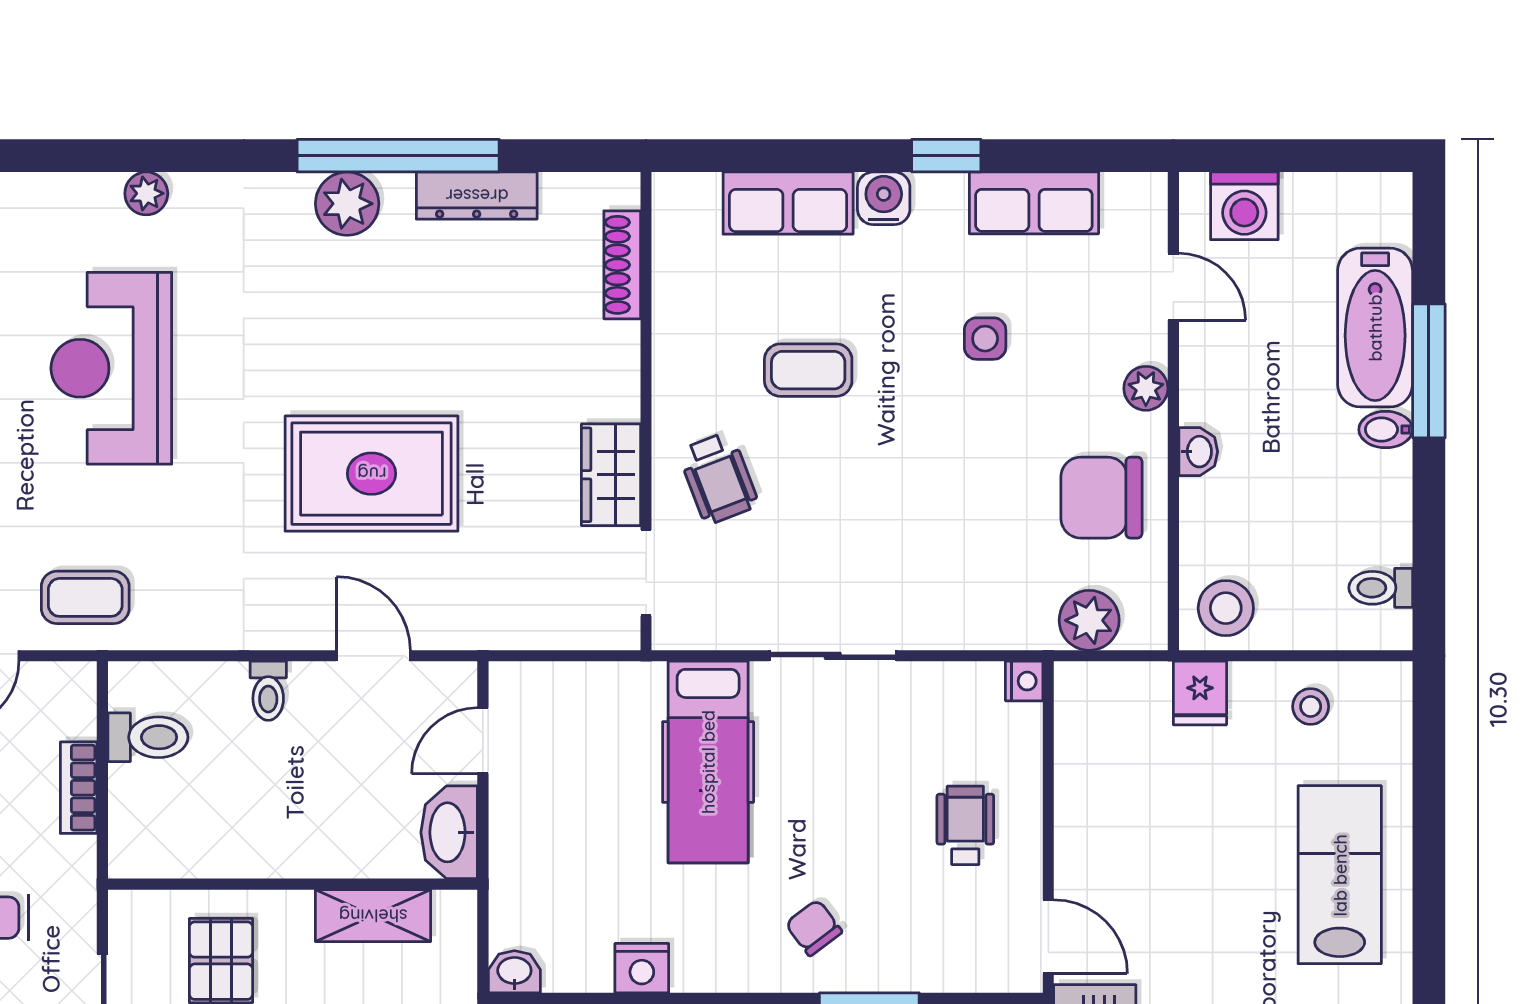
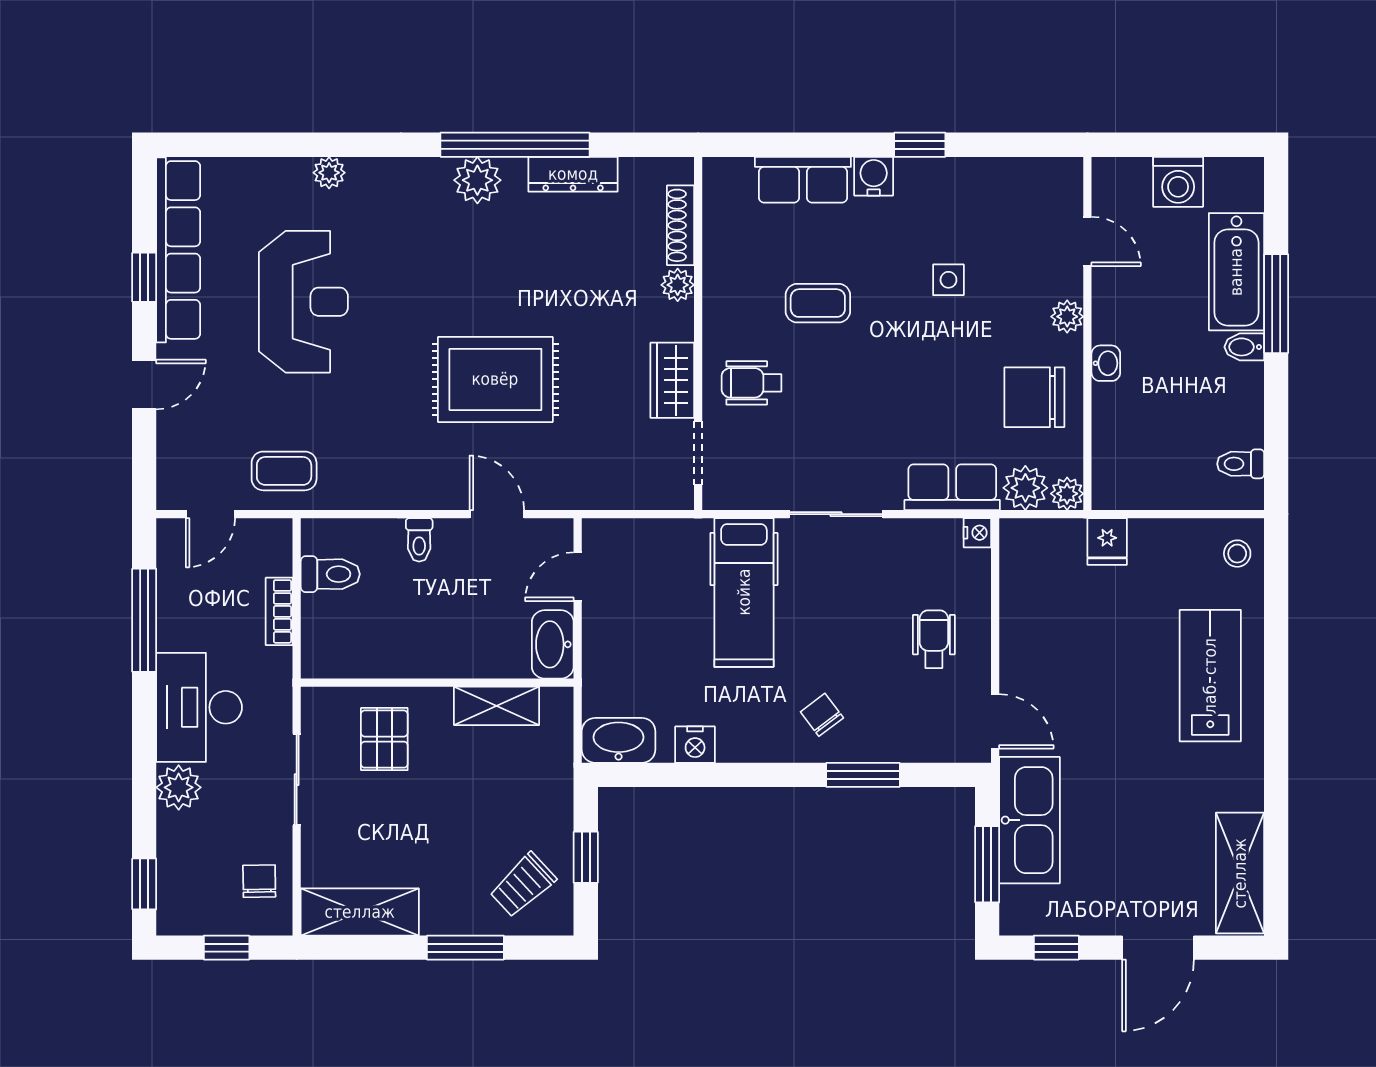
row of seats: (1034, 203) -> (952, 487), moved, turned 180
washing machine: (1244, 206) -> (1178, 182), moved
plant: (618, 345) -> (678, 285), added
reception desk: (111, 368) -> (303, 302), turned 180
wheelchair: (718, 478) -> (751, 383), turned 111
stool: (1226, 608) -> (1126, 479), removed
plant: (1146, 628) -> (1067, 494), added
stool: (1311, 706) -> (1237, 554), moved
washbasin: (514, 972) -> (619, 740), width x1.91, depth x1.45

